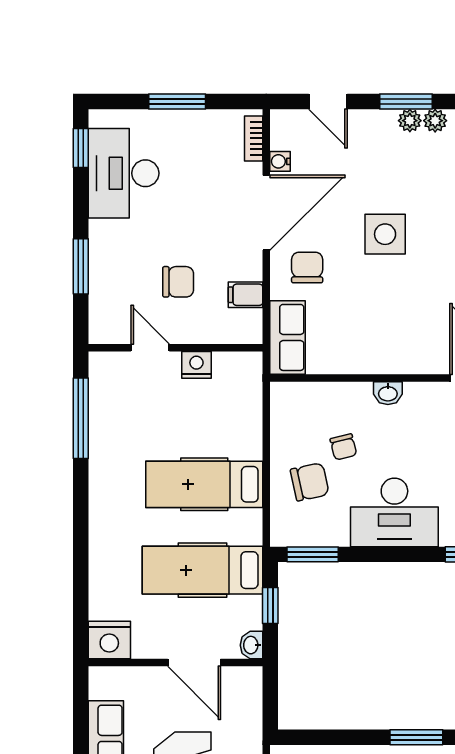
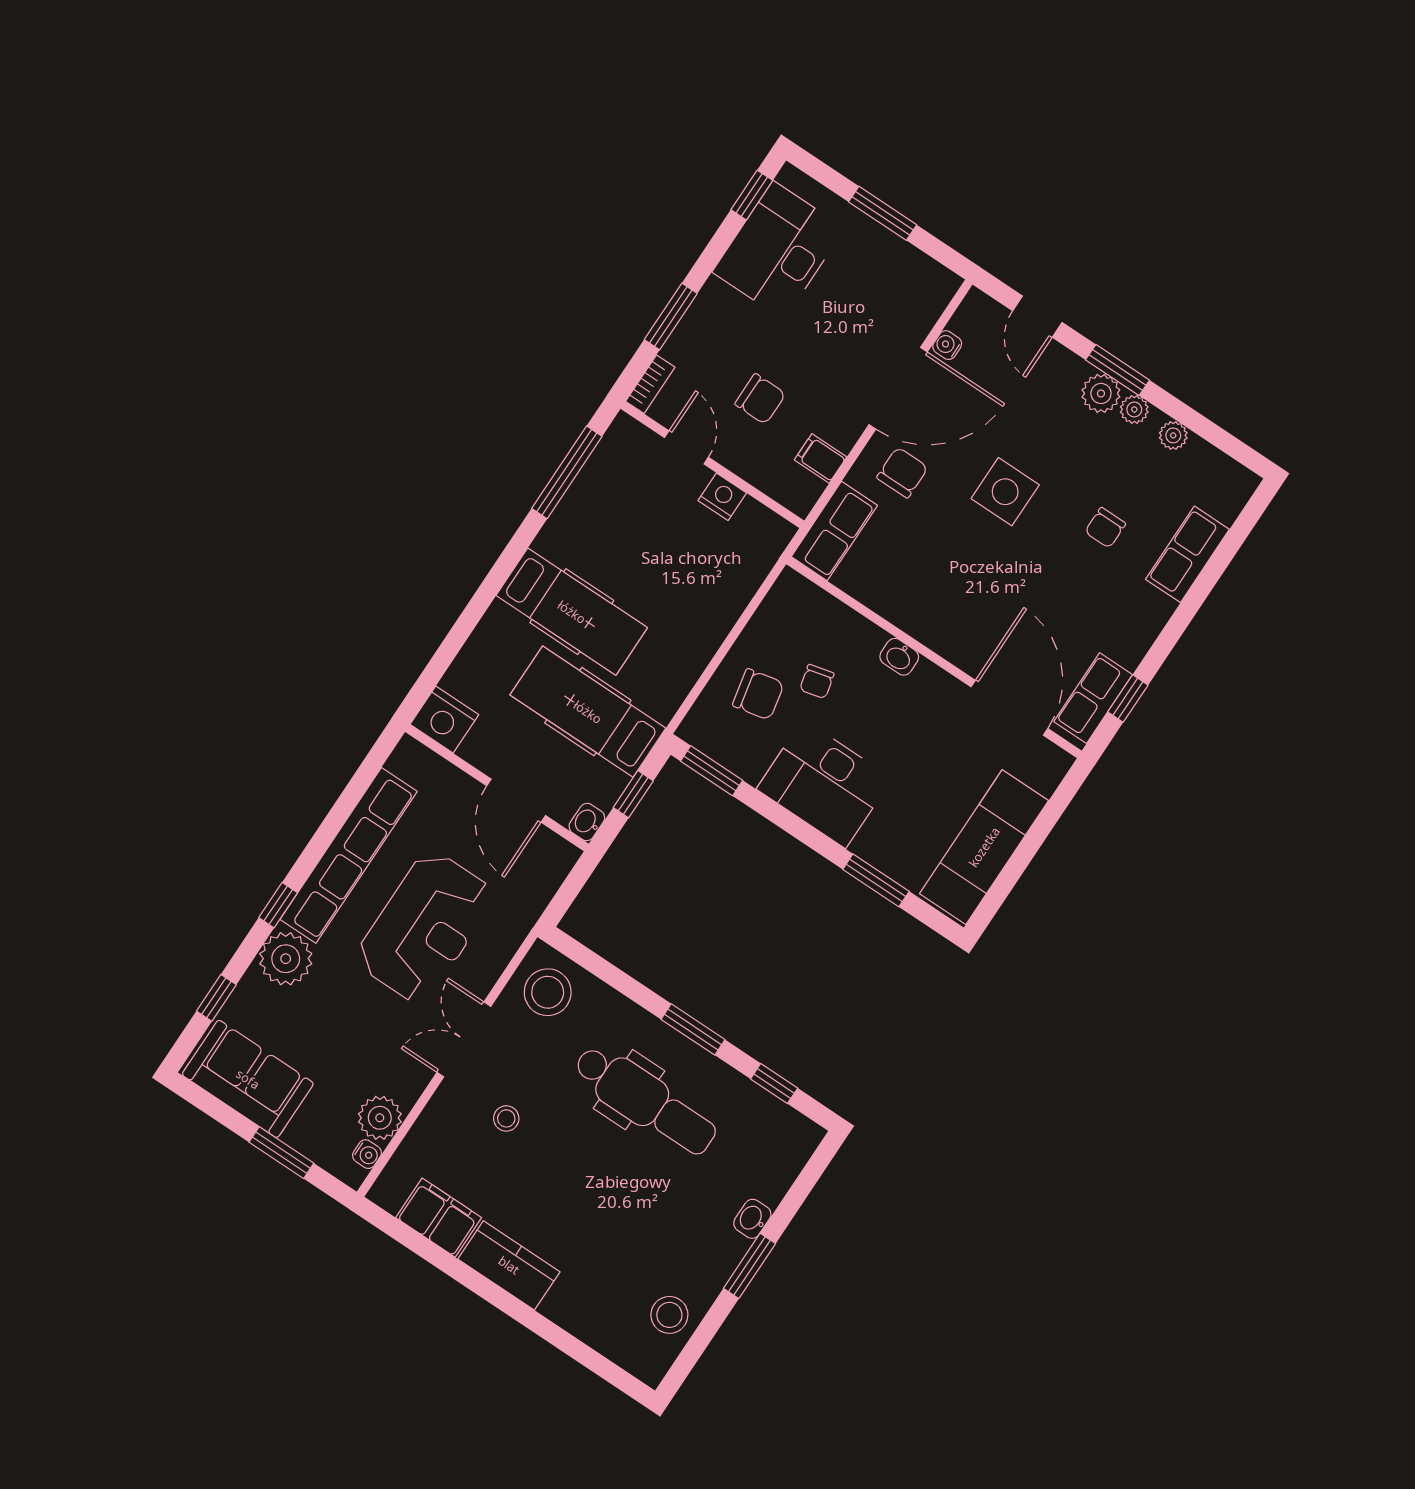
plant: (410, 121) -> (1101, 393), width x1.38, depth x1.38
bookcase: (254, 138) -> (650, 384), moved, turned 180
hospital bed: (204, 484) -> (572, 612), moved, turned 180

